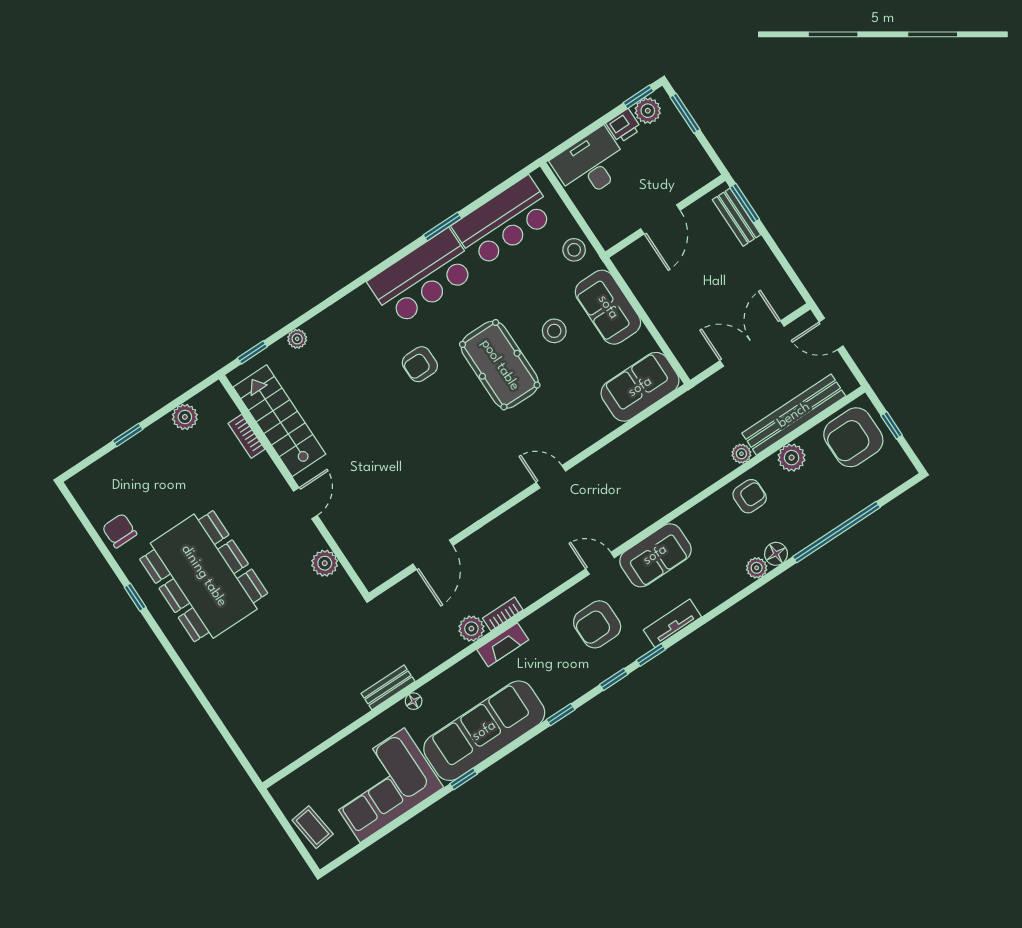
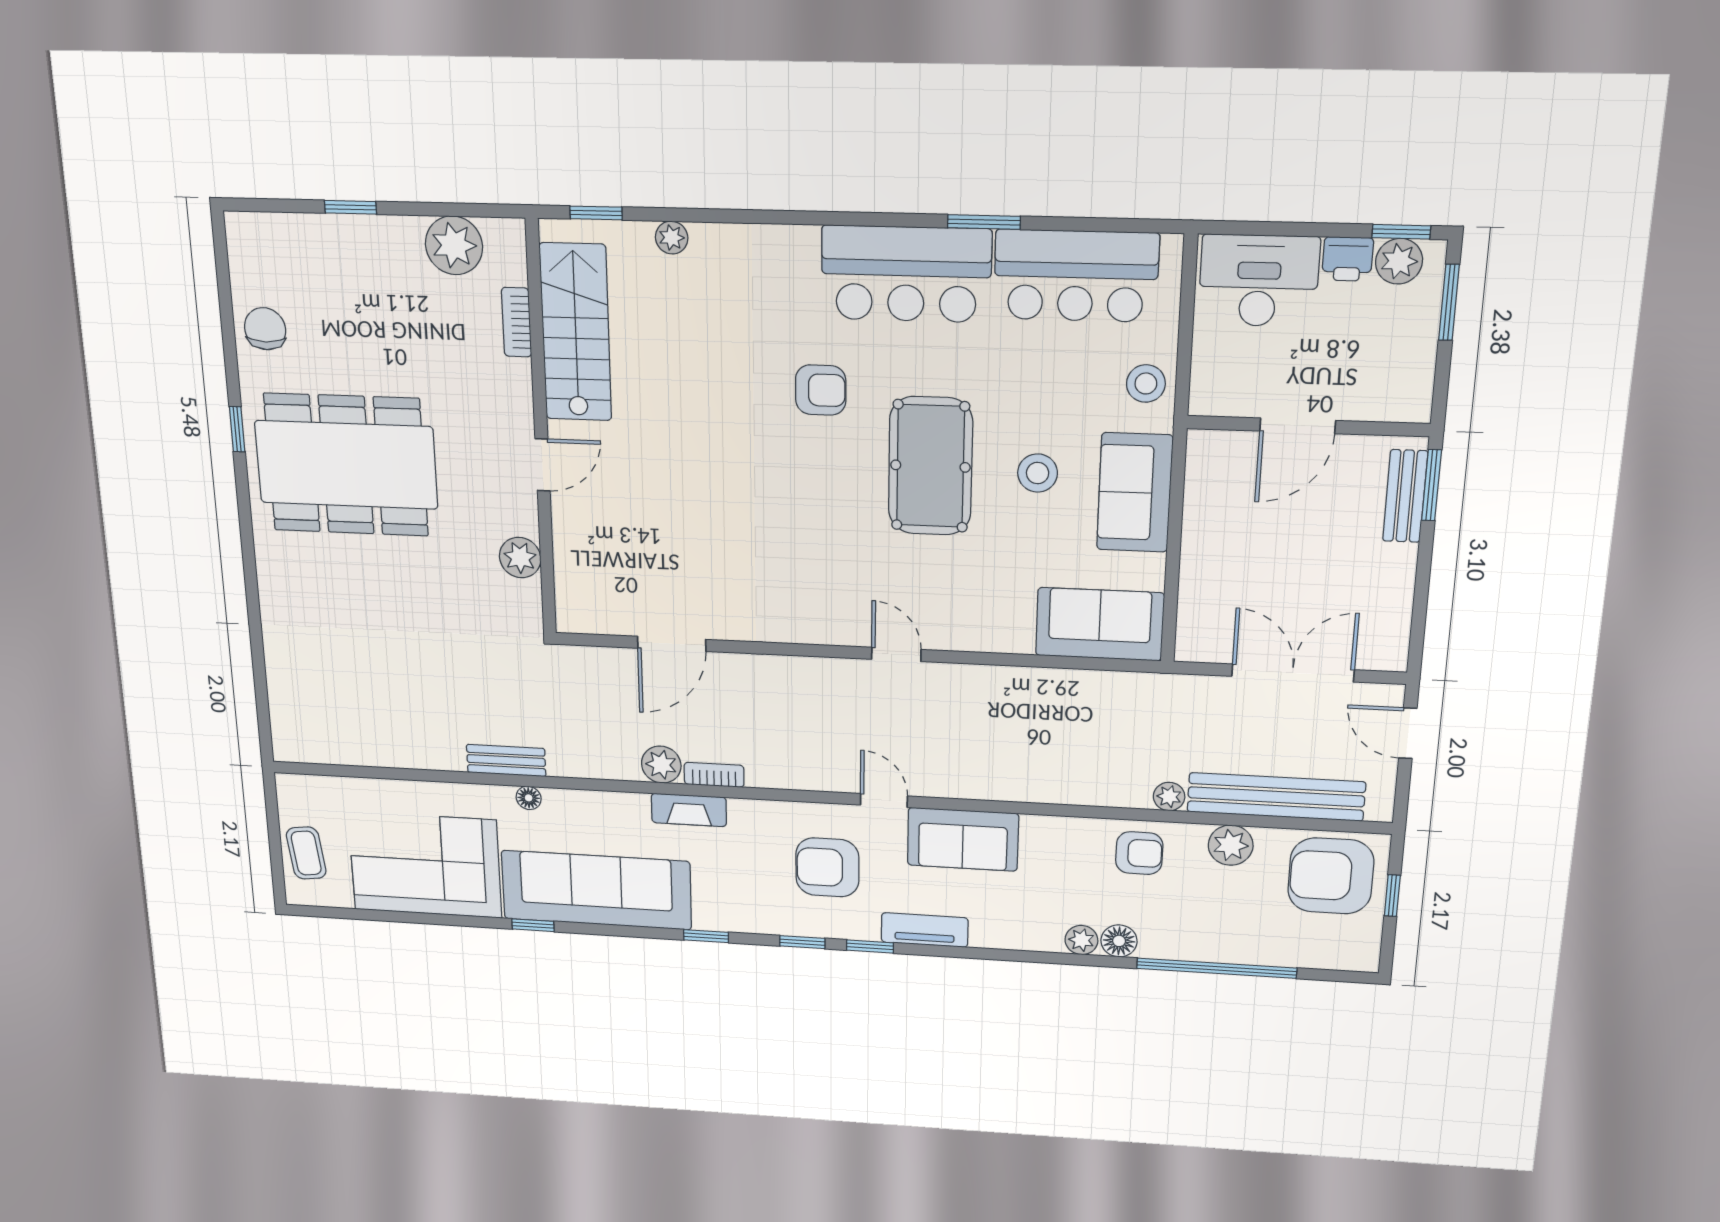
armchair: (420, 364) -> (821, 390), turned 180
plant: (185, 417) -> (454, 245), width x1.36, depth x1.36
dining table: (204, 576) -> (346, 465), turned 90

